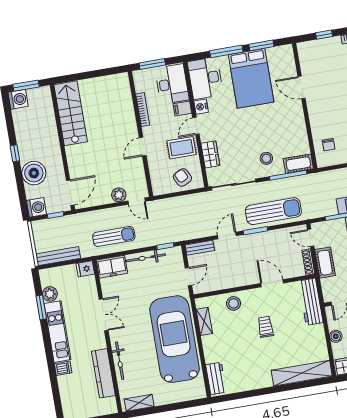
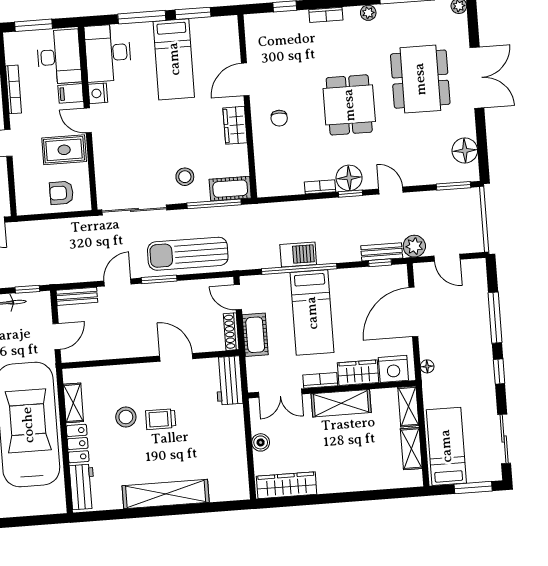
bed: (251, 78) -> (174, 59), width x0.67
door: (302, 87) -> (245, 79), hinge flipped
door: (196, 126) -> (88, 120), hinge flipped
chair: (329, 145) -> (279, 118), moved
wardrobe: (210, 154) -> (235, 125), moved, turned 180
armchair: (182, 177) -> (61, 193), turned -63
sun lounger: (273, 211) -> (188, 254), turned 180
workbench: (311, 302) -> (229, 380), width x0.73
stool: (234, 303) -> (126, 417), moved
trolley: (265, 327) -> (161, 419), turned -90
locker: (210, 349) -> (78, 444), added
shelving: (302, 373) -> (166, 494), moved

